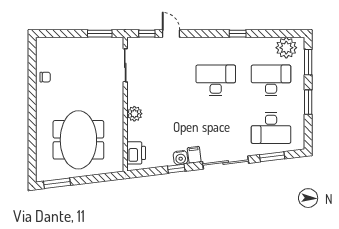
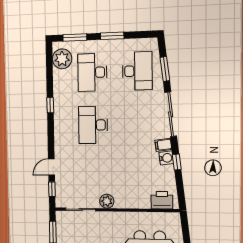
plant: (134, 114) -> (107, 201), moved

